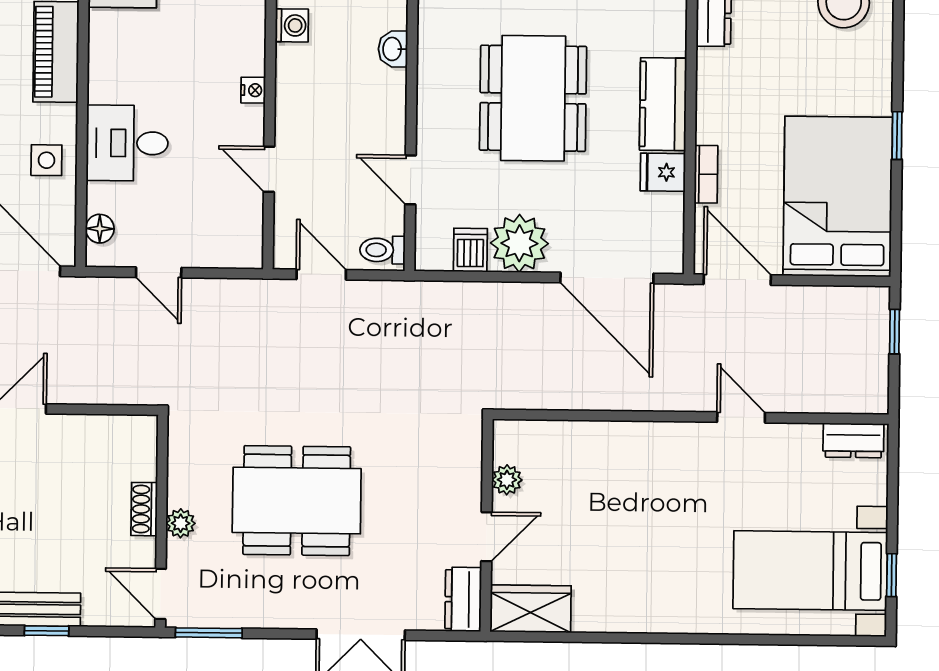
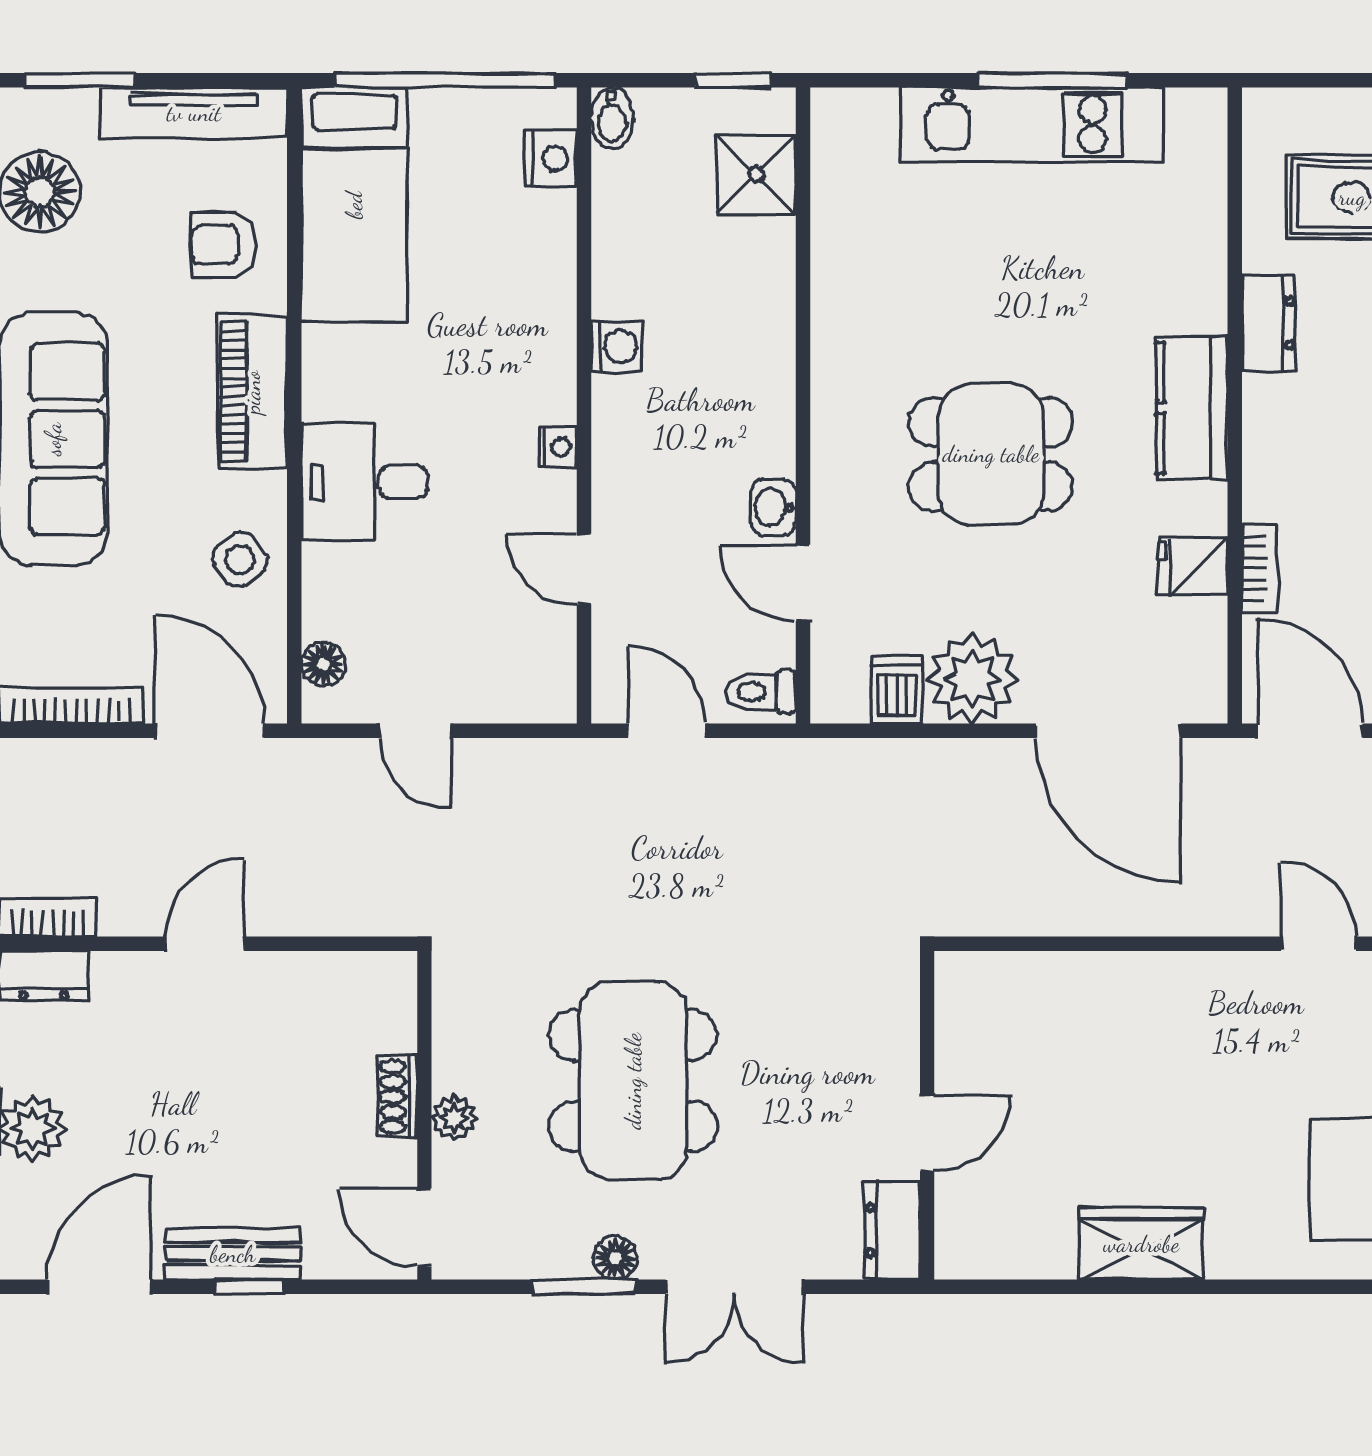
washbasin: (393, 49) -> (773, 507), moved
dining table: (533, 98) -> (991, 454), width x0.73
kitchen counter: (663, 104) -> (1192, 408), moved
desk: (127, 143) -> (364, 482), moved
side table: (46, 160) -> (240, 559), turned -36
plant: (507, 480) -> (958, 1045), removed
dining table: (297, 501) -> (633, 1081), turned 90
wardrobe: (531, 609) -> (1141, 1244), moved
floor lamp: (284, 615) -> (615, 1258), added
window: (209, 633) -> (584, 1287), moved

